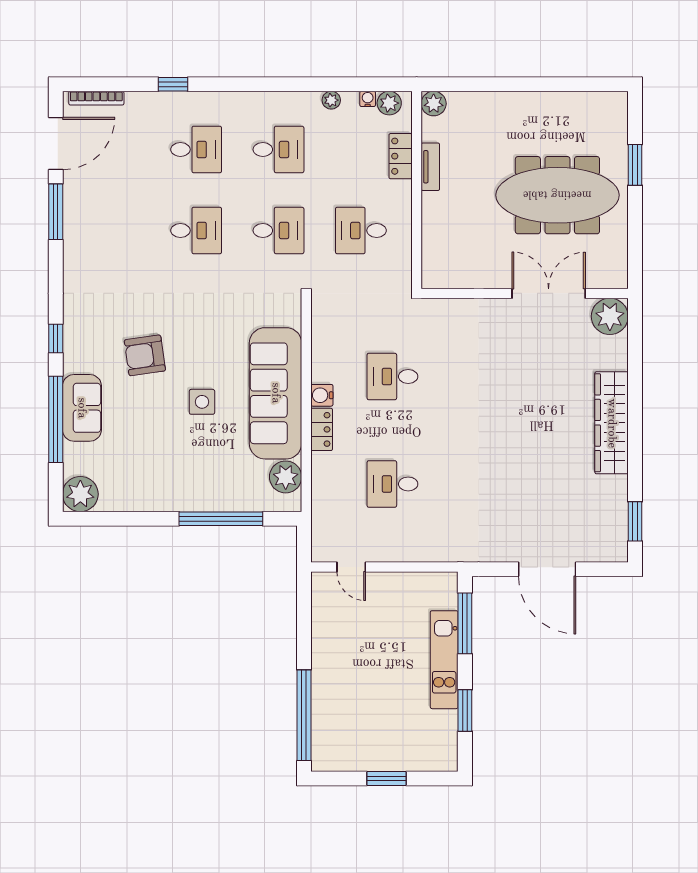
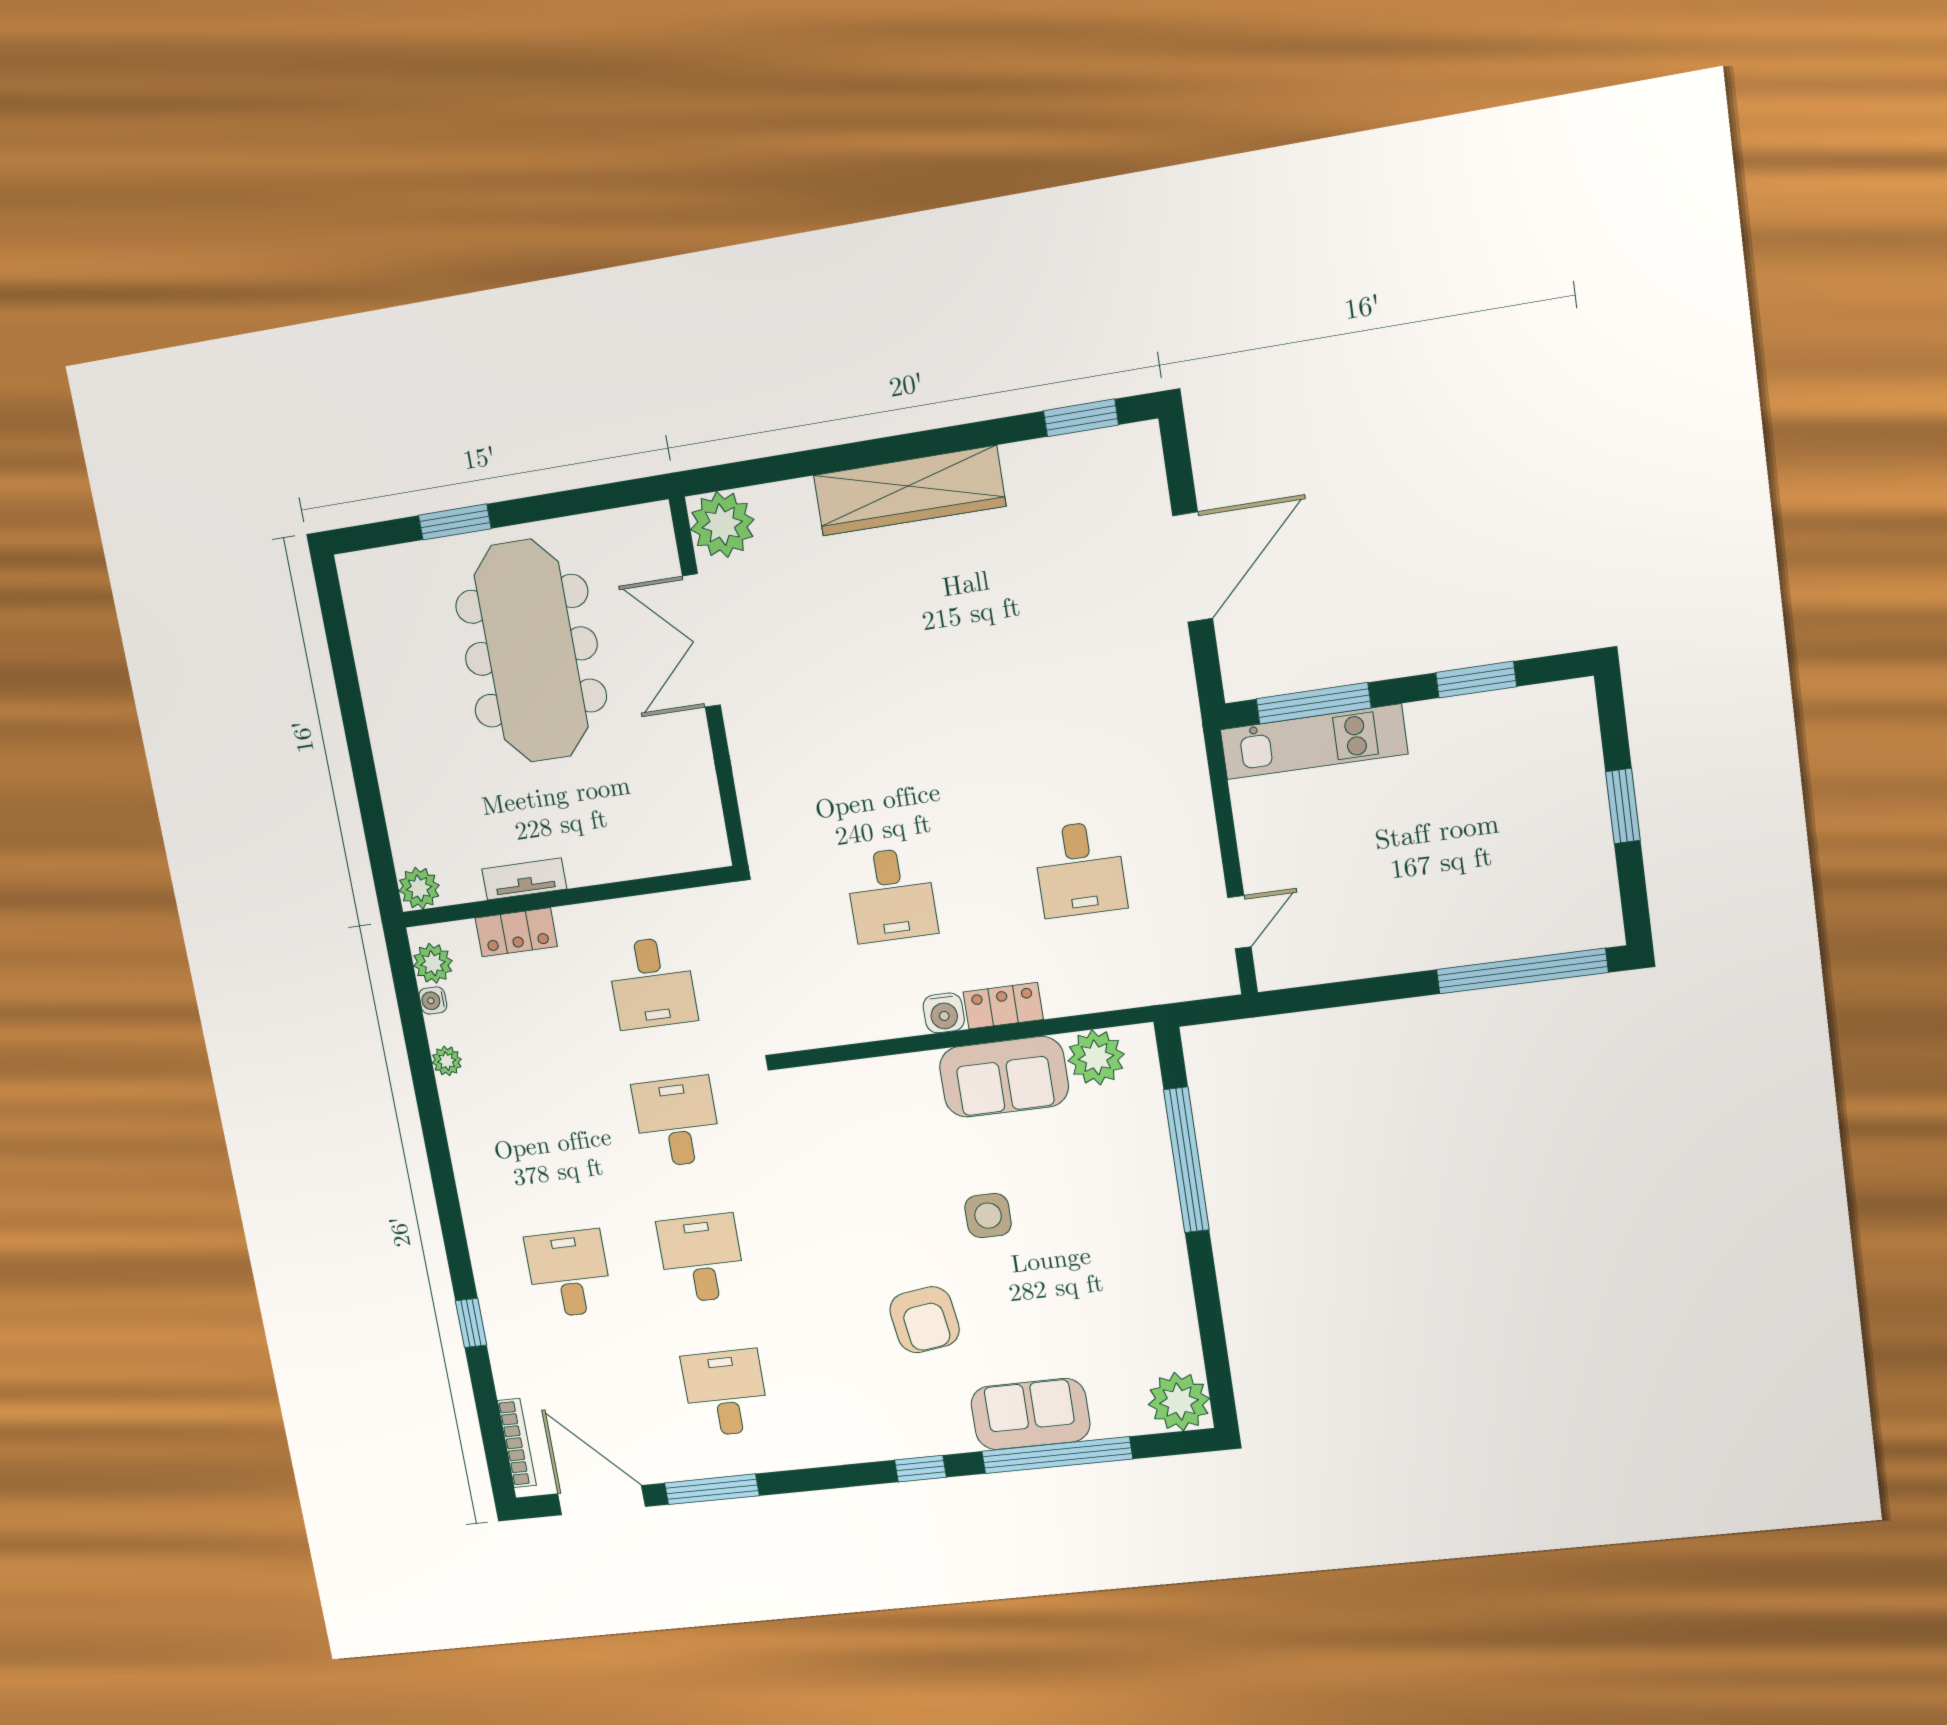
desk: (278, 149) -> (726, 1393), moved
sofa: (276, 393) -> (1004, 1077), width x0.54, depth x0.79
kitchen unit: (444, 660) -> (1314, 742), moved

